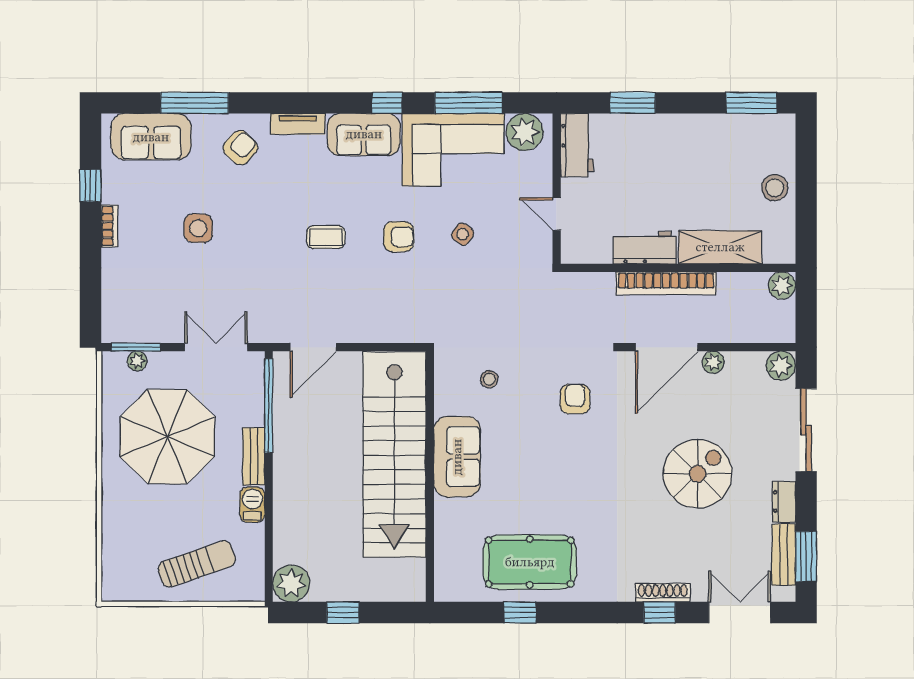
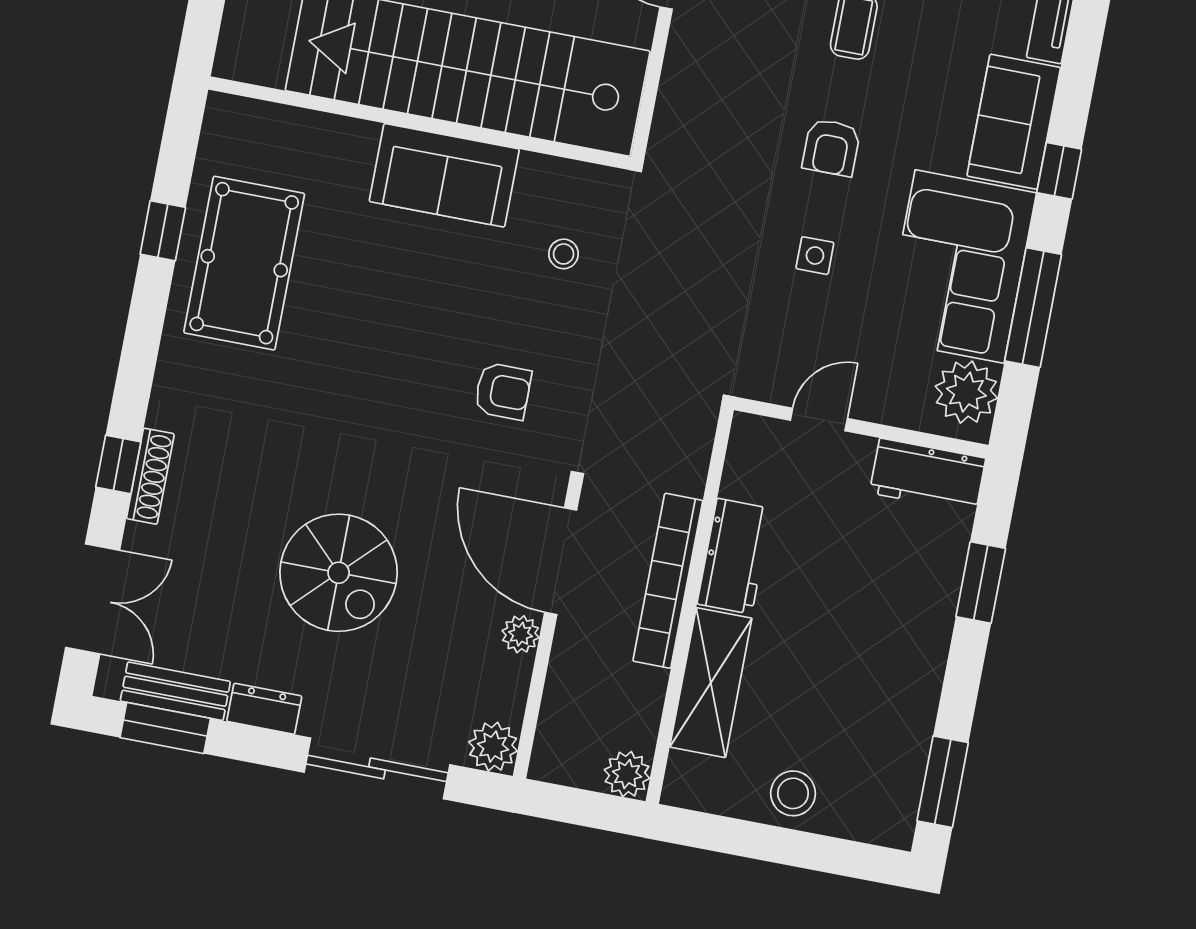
side table: (463, 234) -> (815, 256), turned -36

